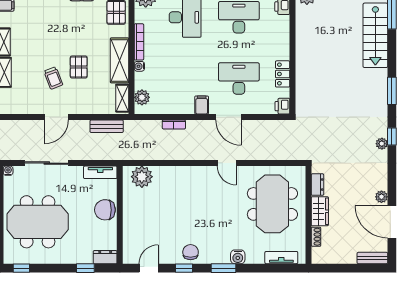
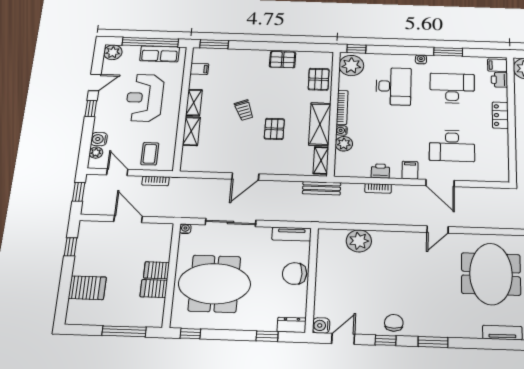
locker: (283, 74) -> (500, 115), moved
trolley: (53, 78) -> (244, 110), moved
desk: (239, 79) -> (452, 146), turned 180
plant: (142, 97) -> (344, 144), moved
printer: (282, 106) -> (380, 171), moved, turned 90
bench: (107, 126) -> (322, 188), moved
door: (227, 163) -> (438, 229), hinge flipped
plant: (142, 177) -> (359, 241), moved
water cooler: (238, 257) -> (321, 325), moved, turned 90

